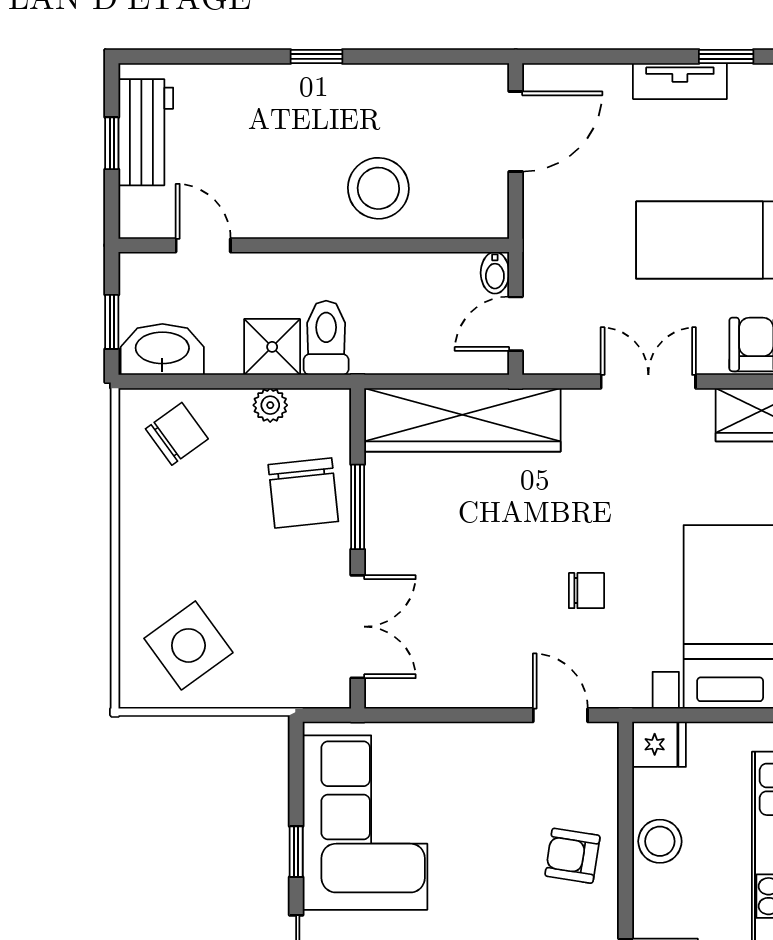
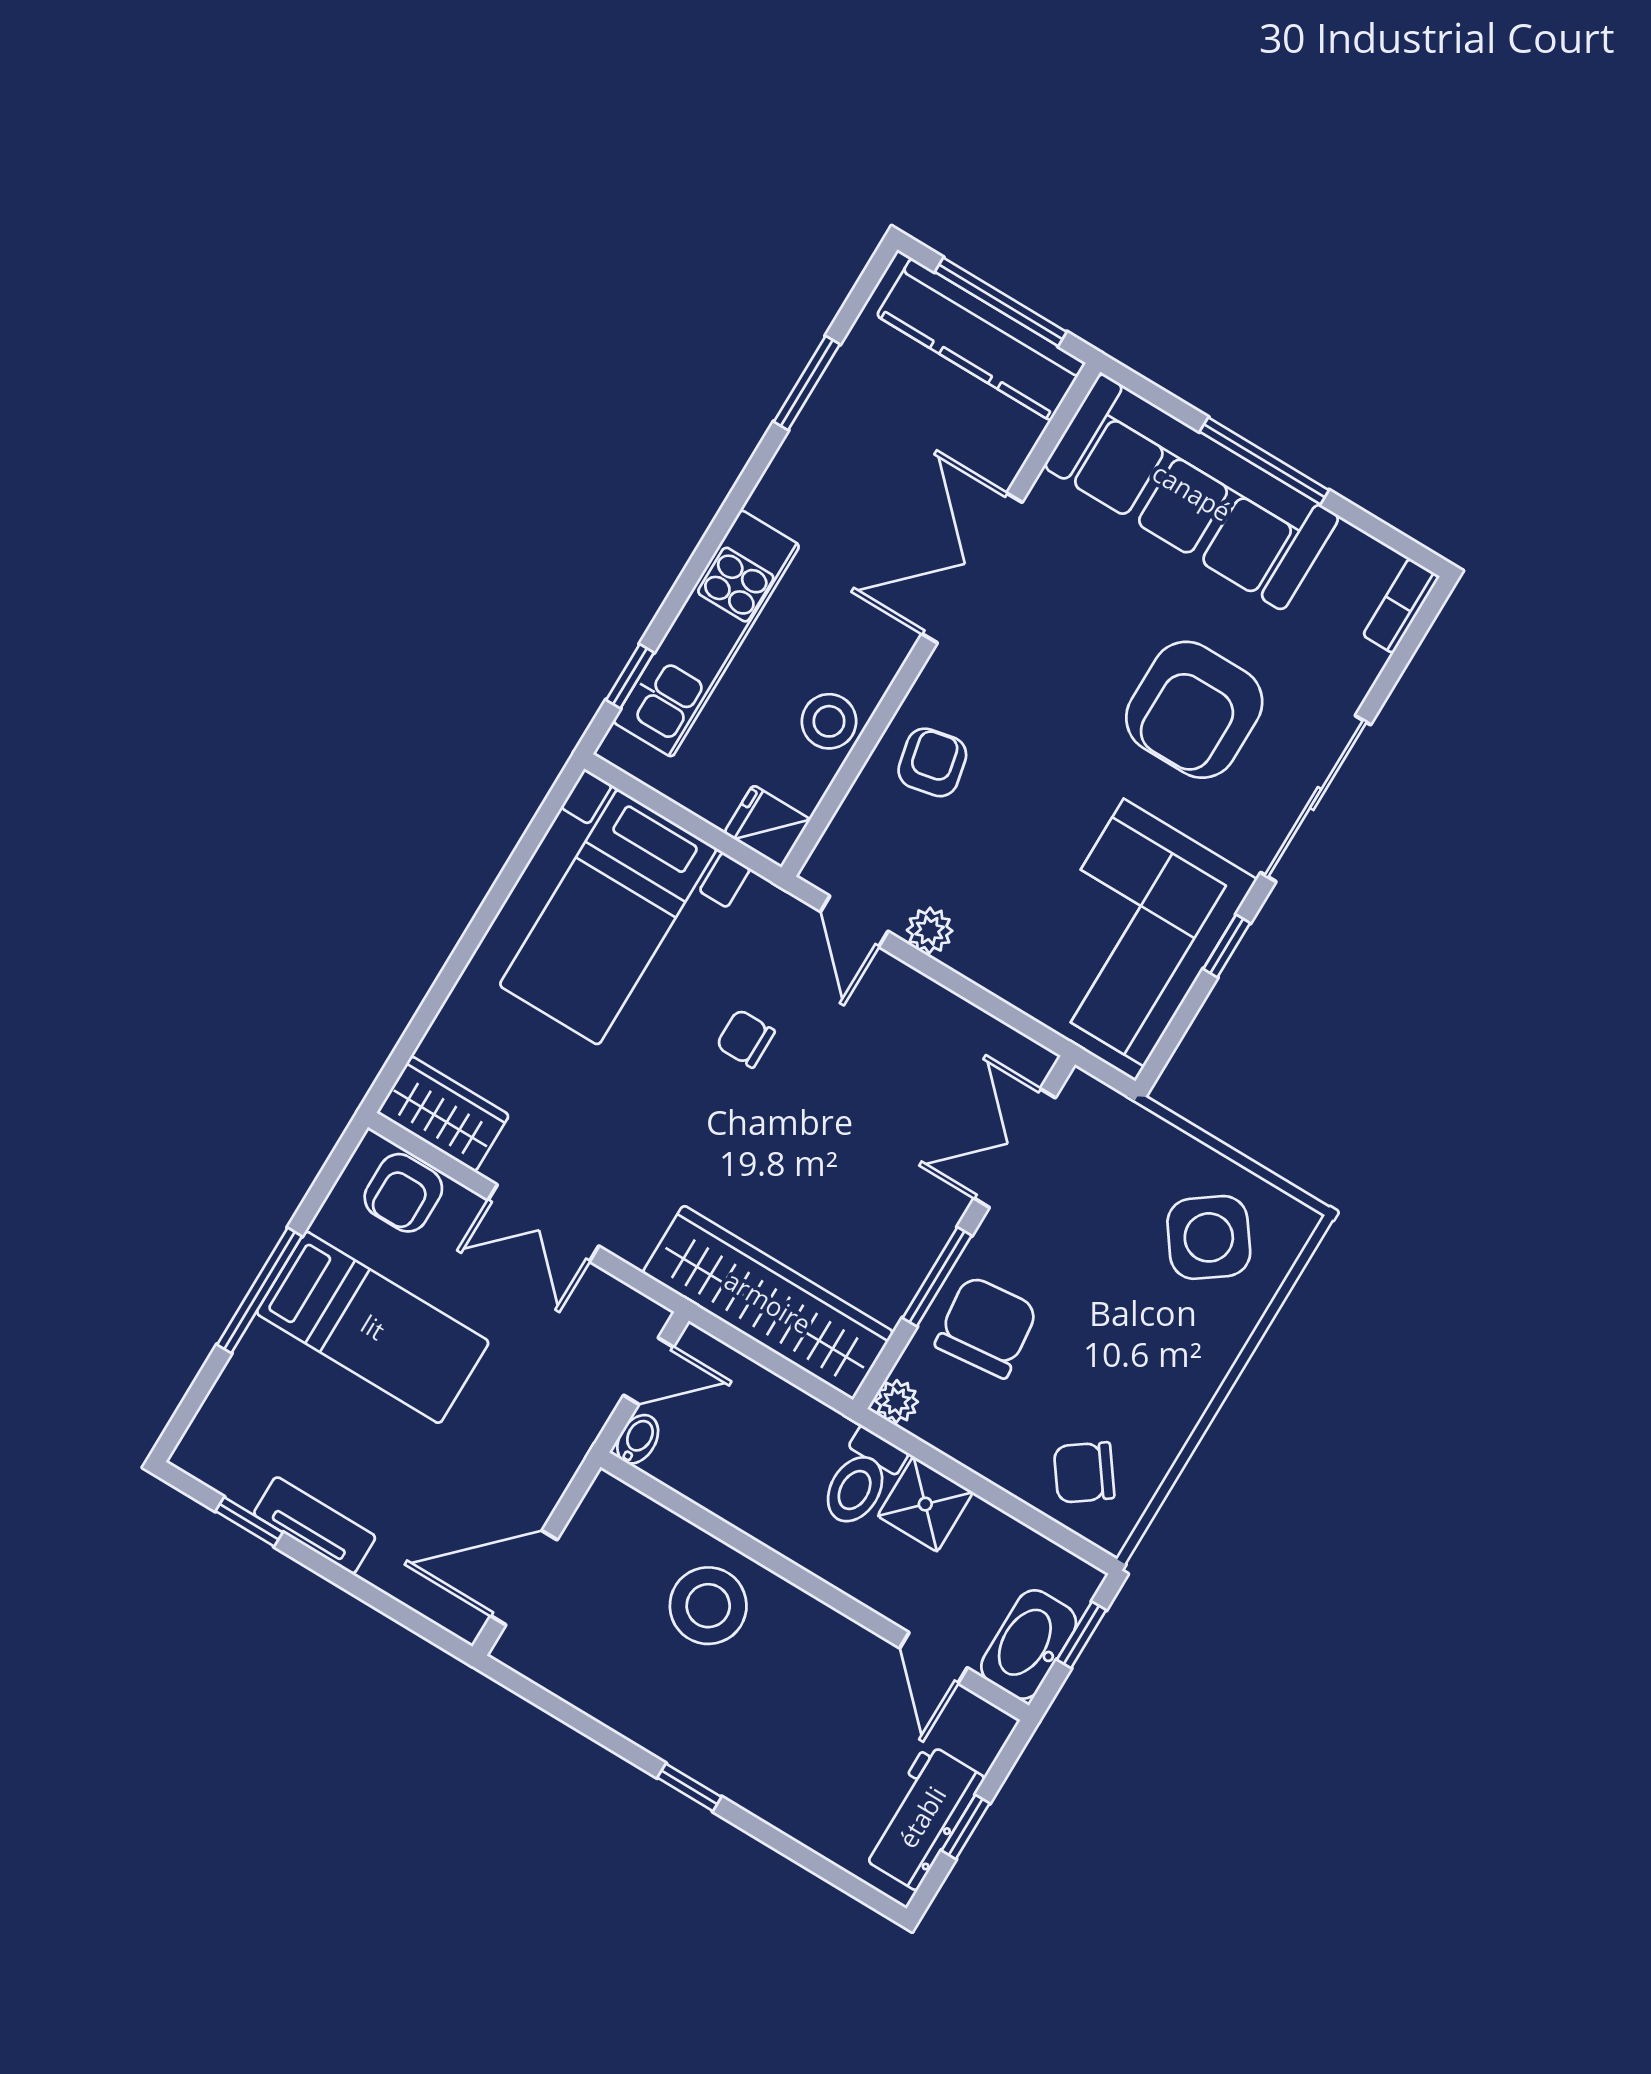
washbasin: (162, 349) -> (1029, 1645), moved, turned 90
plant: (270, 405) -> (897, 1401), moved
plant: (505, 740) -> (930, 930), added
armchair: (572, 856) -> (932, 762), turned -111

